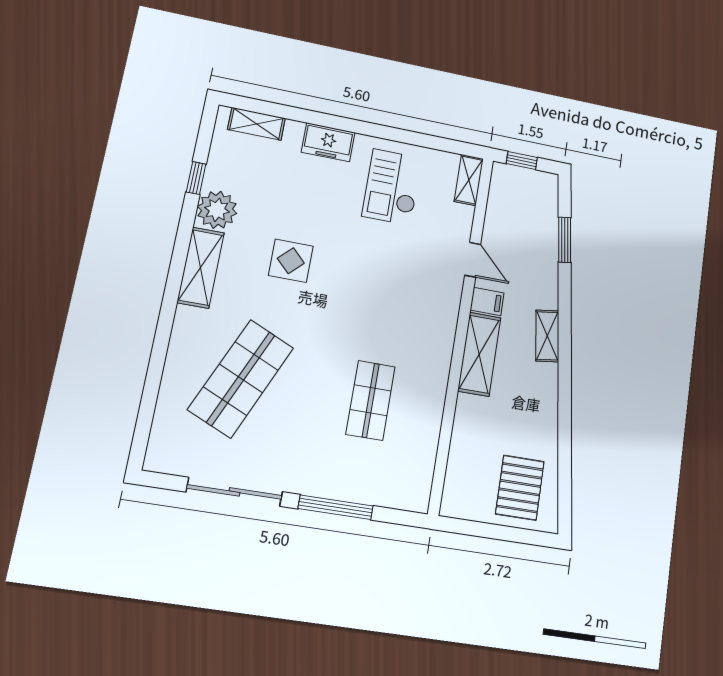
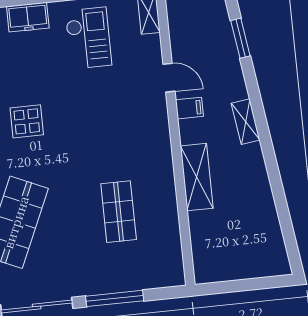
checkout: (392, 187) -> (88, 38), turned 180
shelving: (479, 354) -> (197, 177), moved
pallet: (520, 488) -> (253, 247), removed

